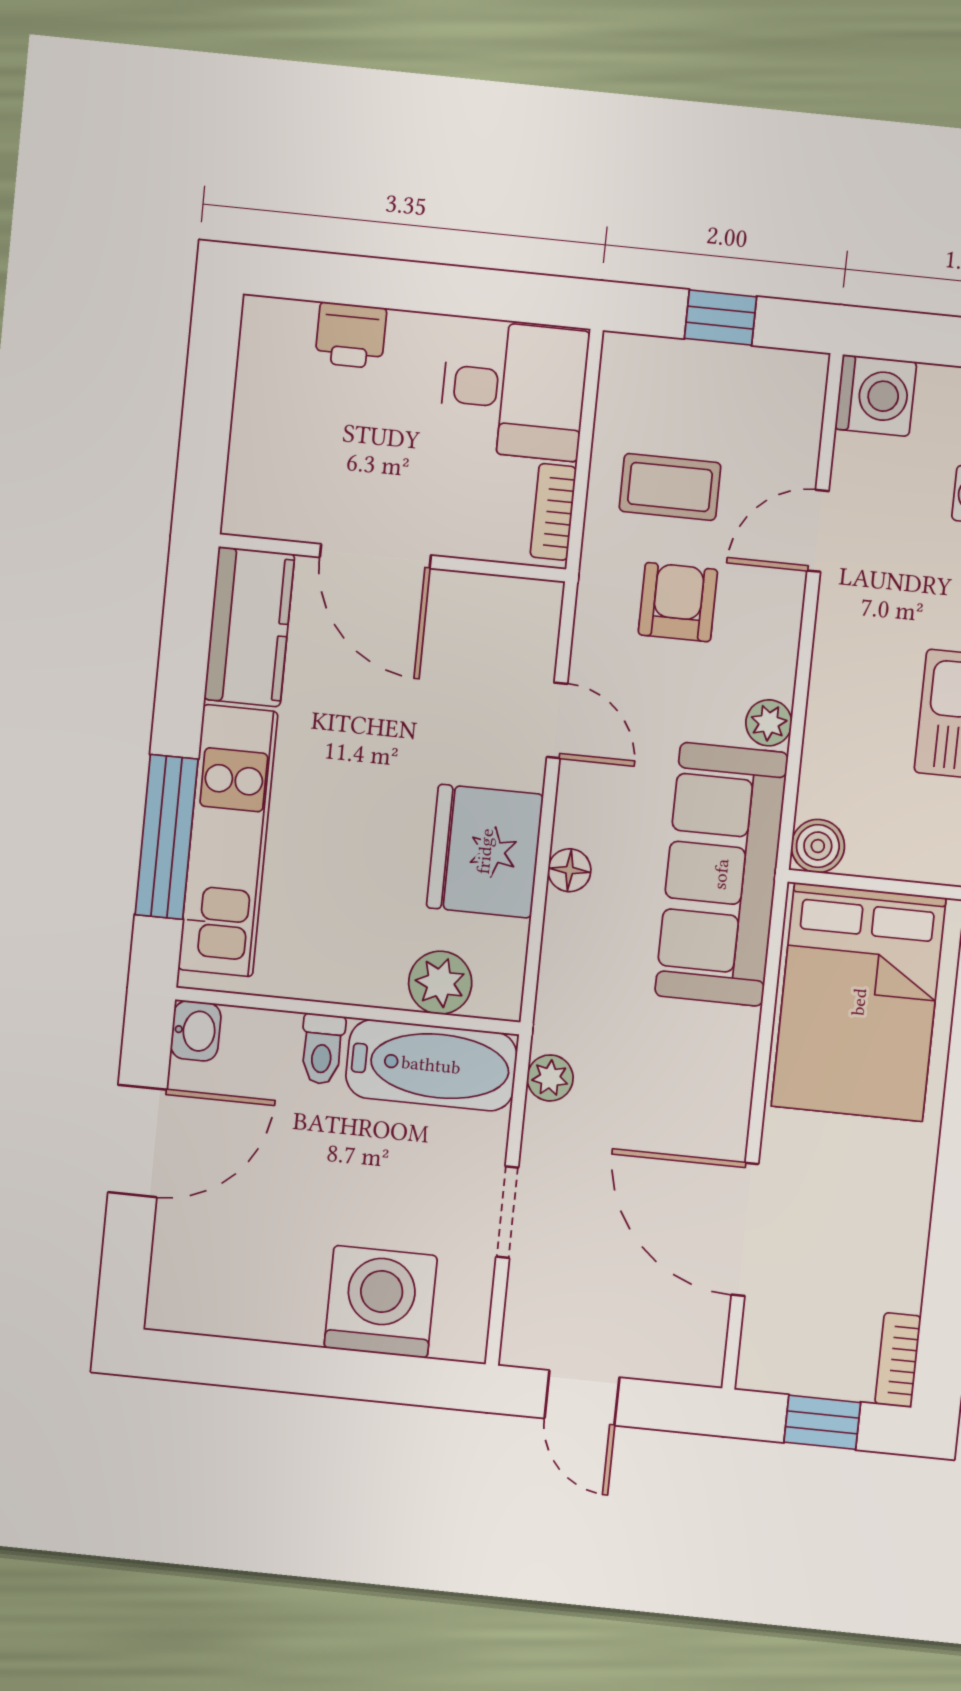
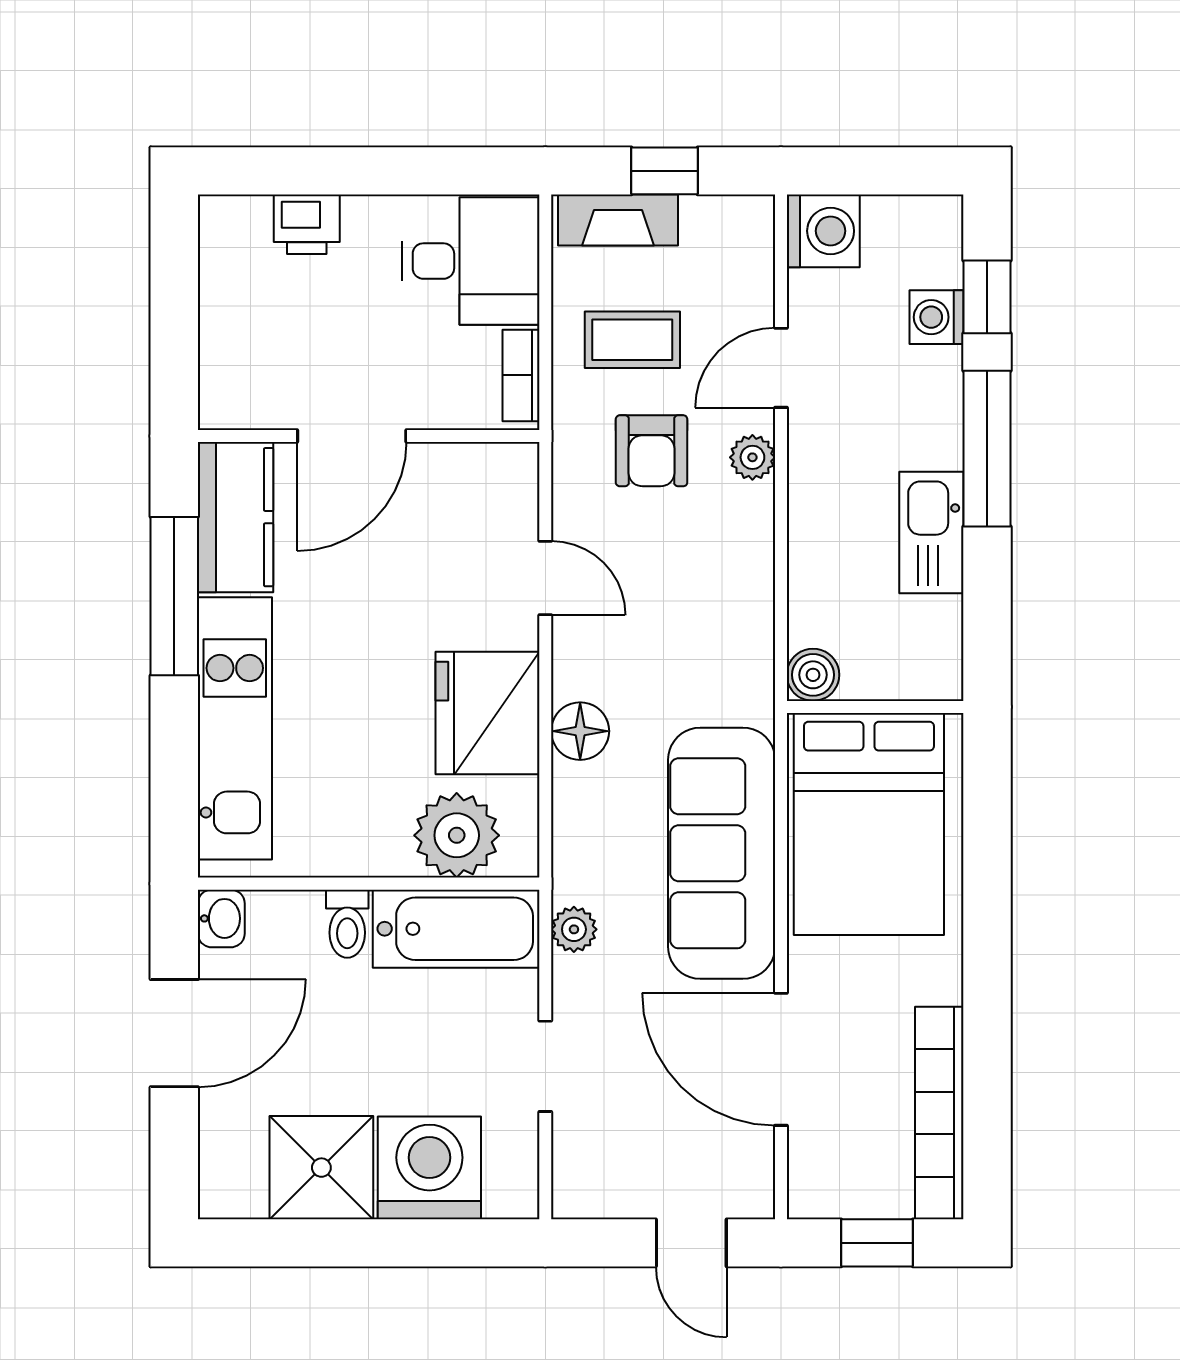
fireplace: (668, 363) -> (618, 220), added
door: (375, 556) -> (352, 436), hinge flipped
armchair: (678, 602) -> (652, 451), turned 180
plant: (769, 723) -> (752, 457), moved
window: (167, 837) -> (174, 596), moved
floor lamp: (569, 870) -> (580, 731), width x1.37, depth x1.37
sofa: (721, 874) -> (722, 853), moved
plant: (440, 983) -> (457, 835), width x1.36, depth x1.36
shower: (272, 1290) -> (321, 1168), added
bookcase: (898, 1360) -> (939, 1113), width x2.31, depth x1.31
door: (582, 1398) -> (691, 1243), moved

